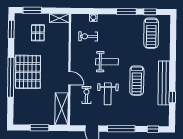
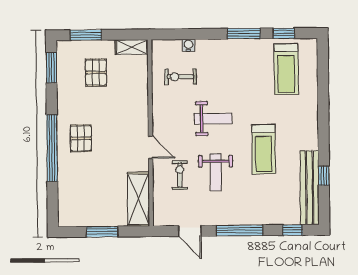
pallet: (28, 72) -> (81, 138), width x0.49, depth x0.50
bench: (164, 83) -> (310, 188), moved

